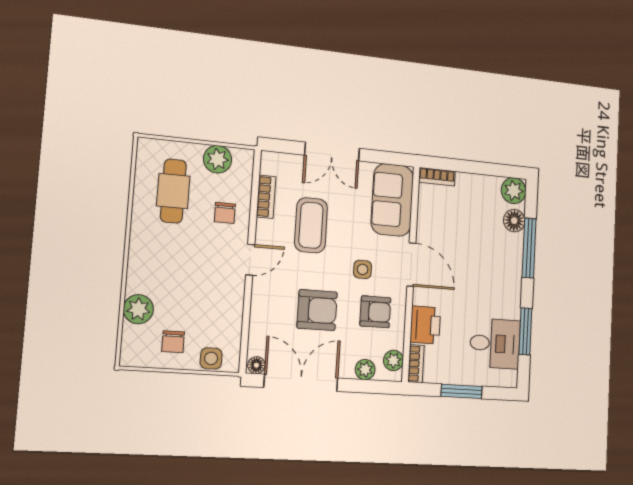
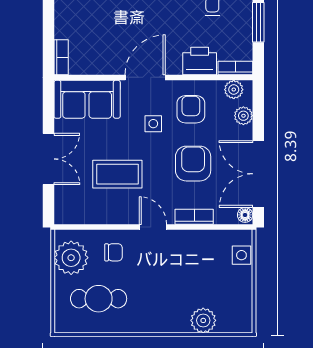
plant: (218, 159) -> (71, 258), width x1.36, depth x1.36
bookcase: (266, 197) -> (194, 217), moved
chair: (173, 342) -> (229, 289), removed

